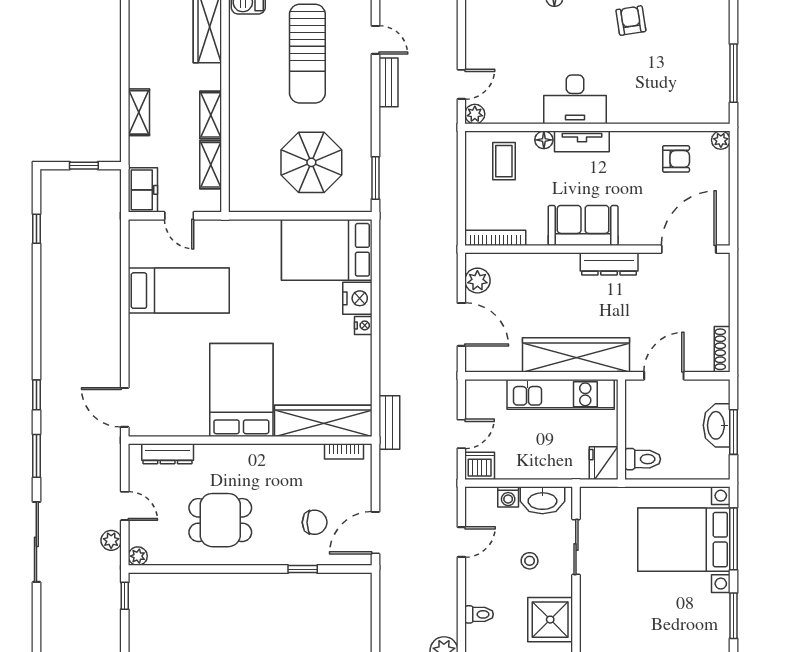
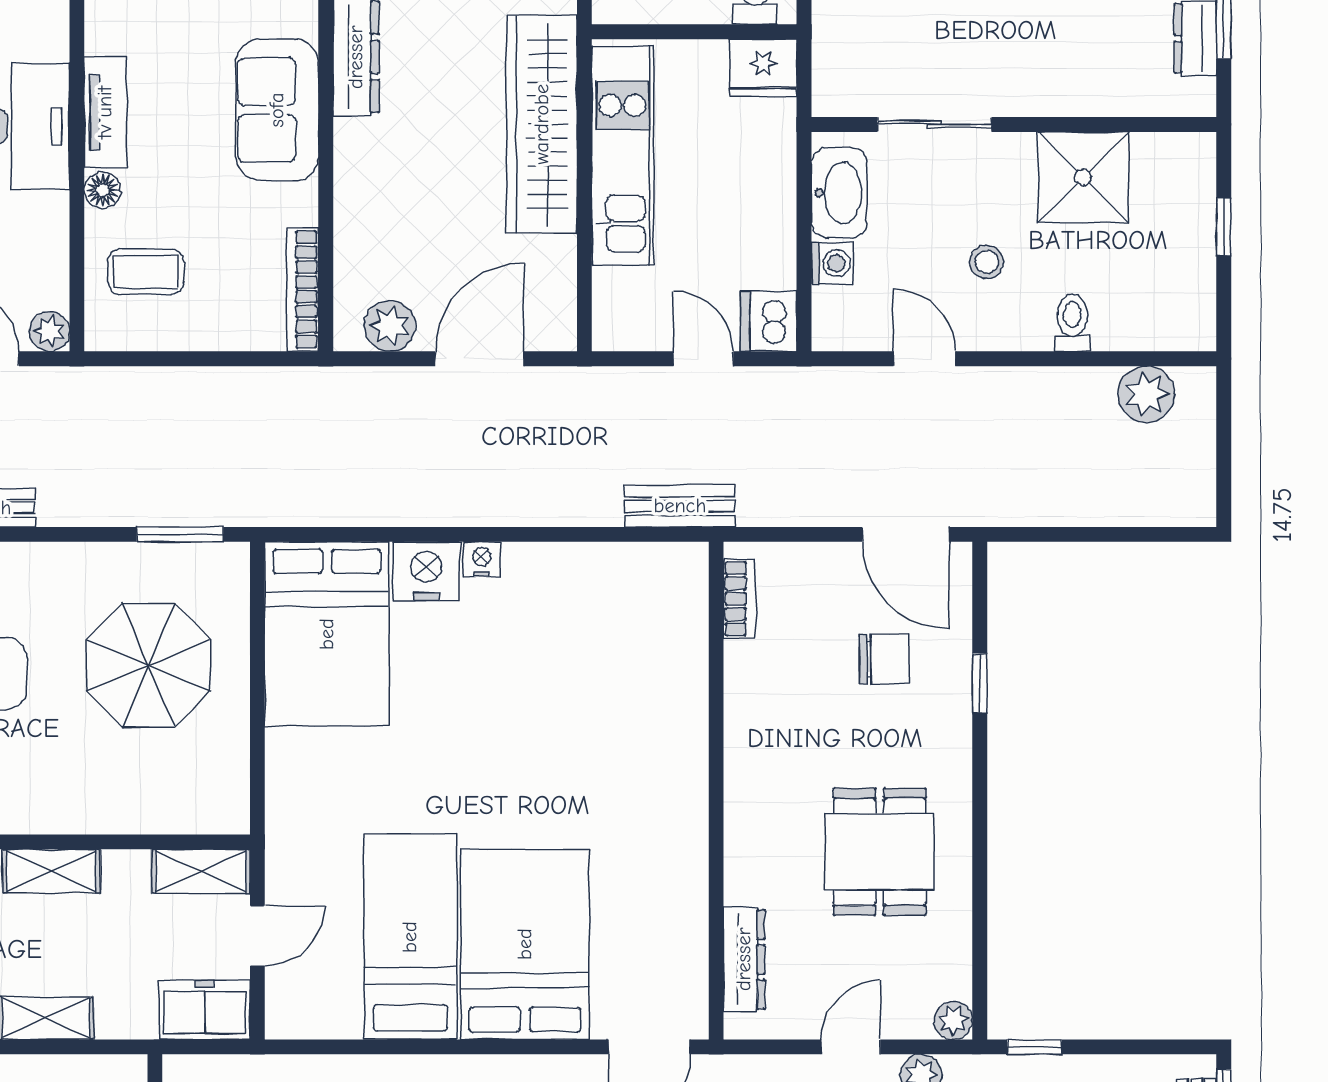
shelving: (211, 165) -> (201, 871), moved
bed: (241, 390) -> (525, 944), moved, turned 90
wardrobe: (323, 421) -> (677, 641), removed
chair: (315, 522) -> (884, 659), turned 90
stool: (530, 561) -> (987, 262), moved

